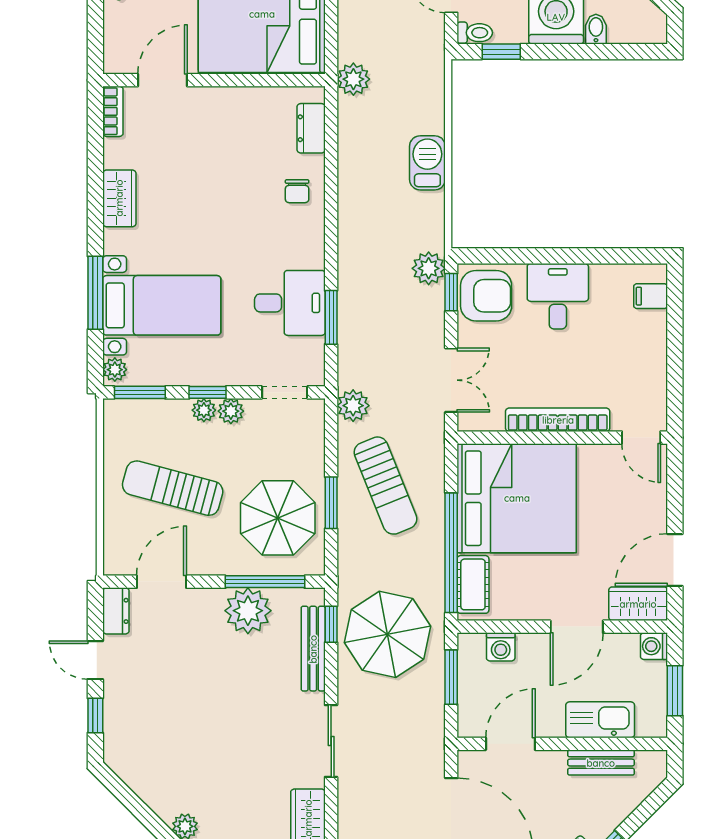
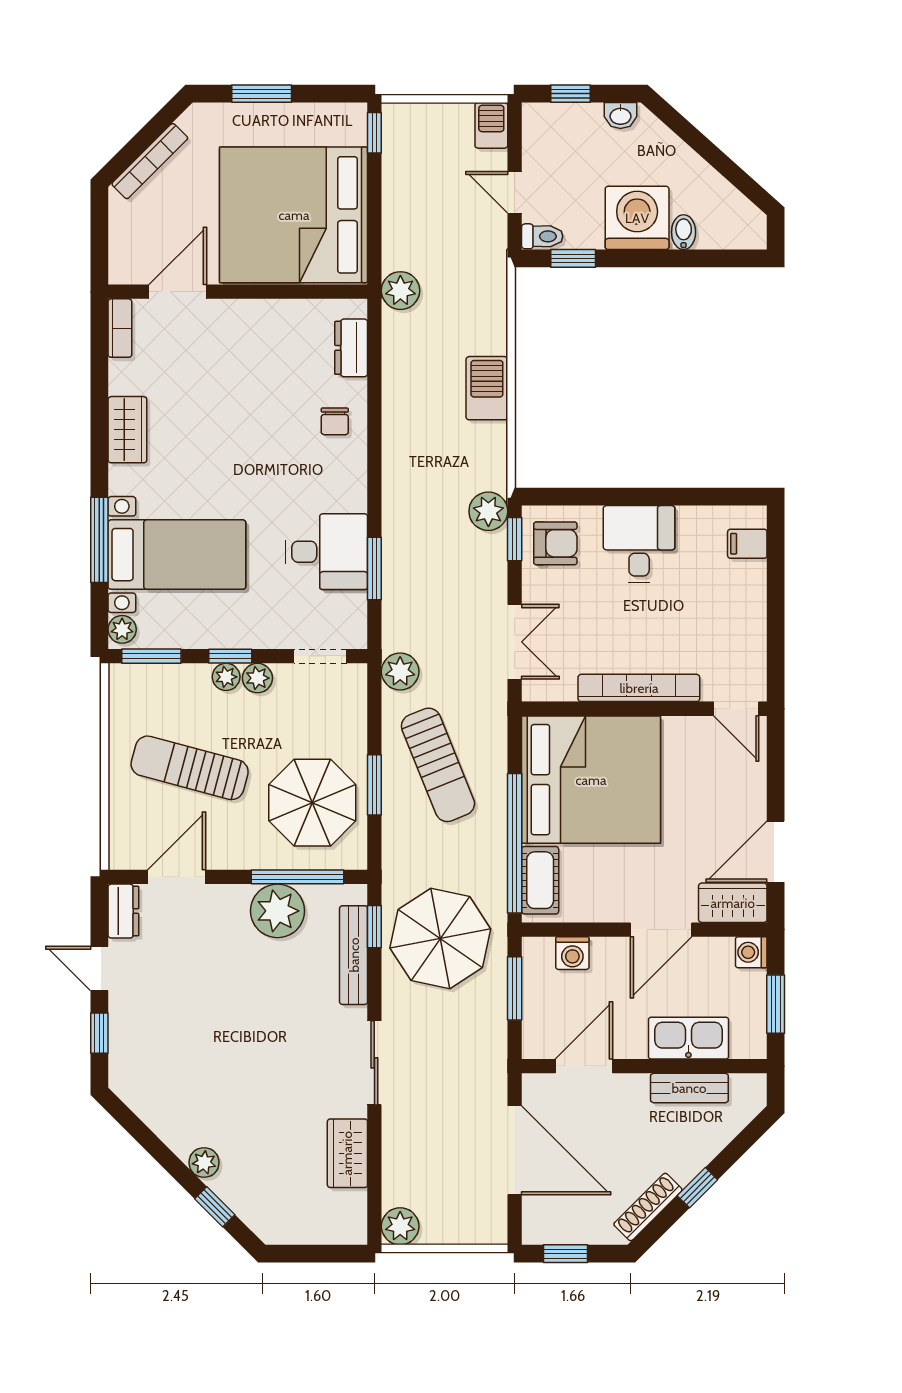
armchair: (486, 296) -> (555, 543), width x0.72, depth x0.72

